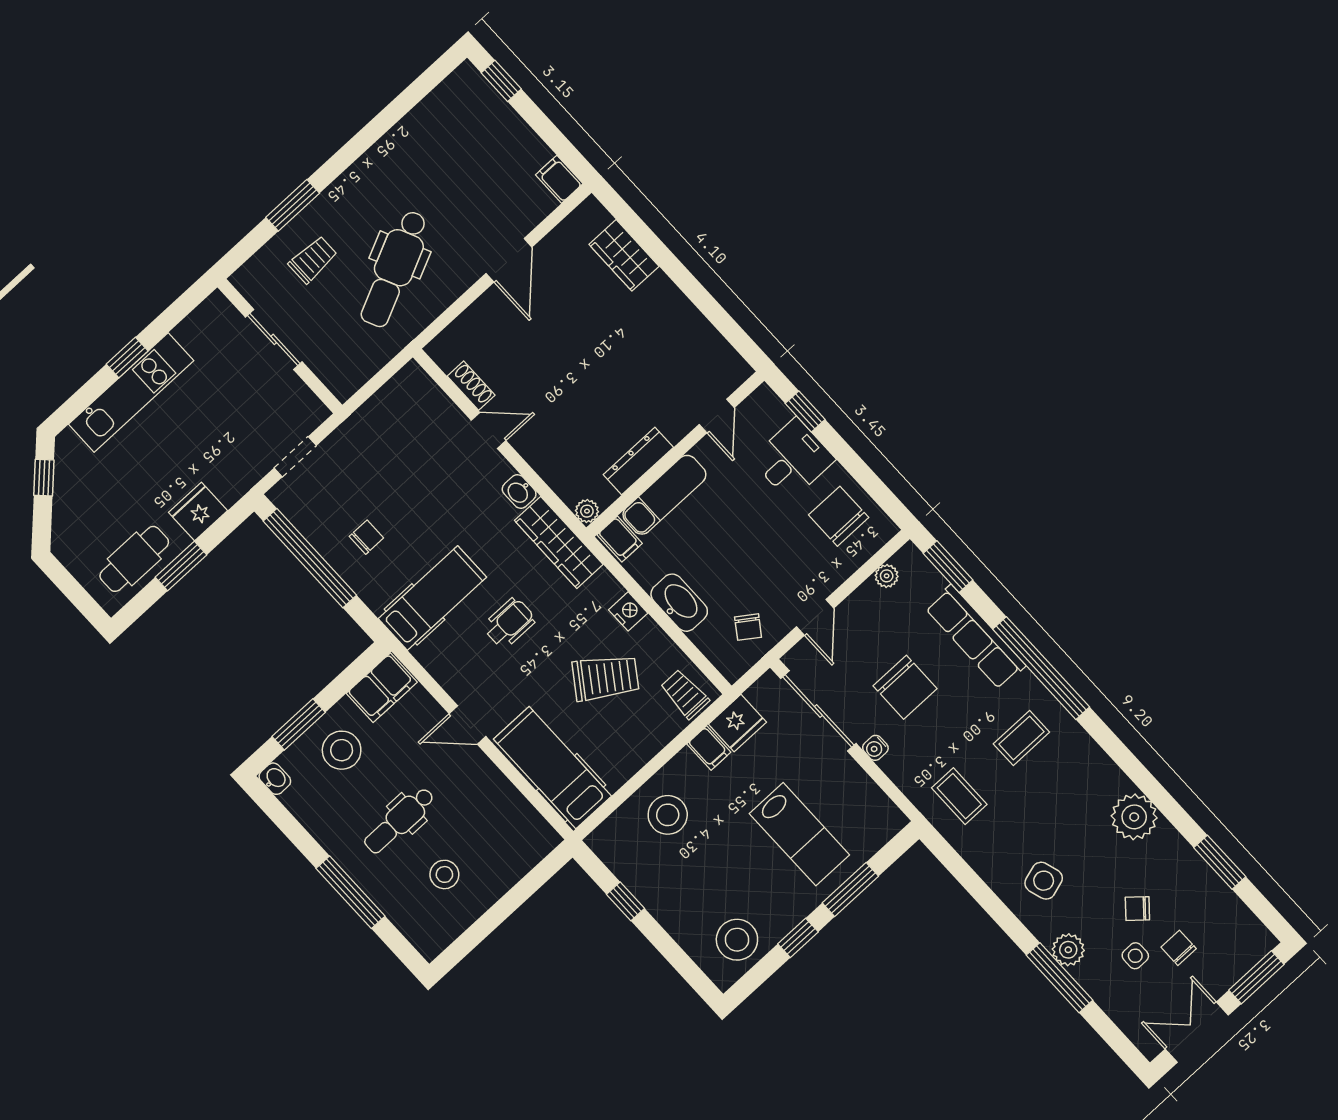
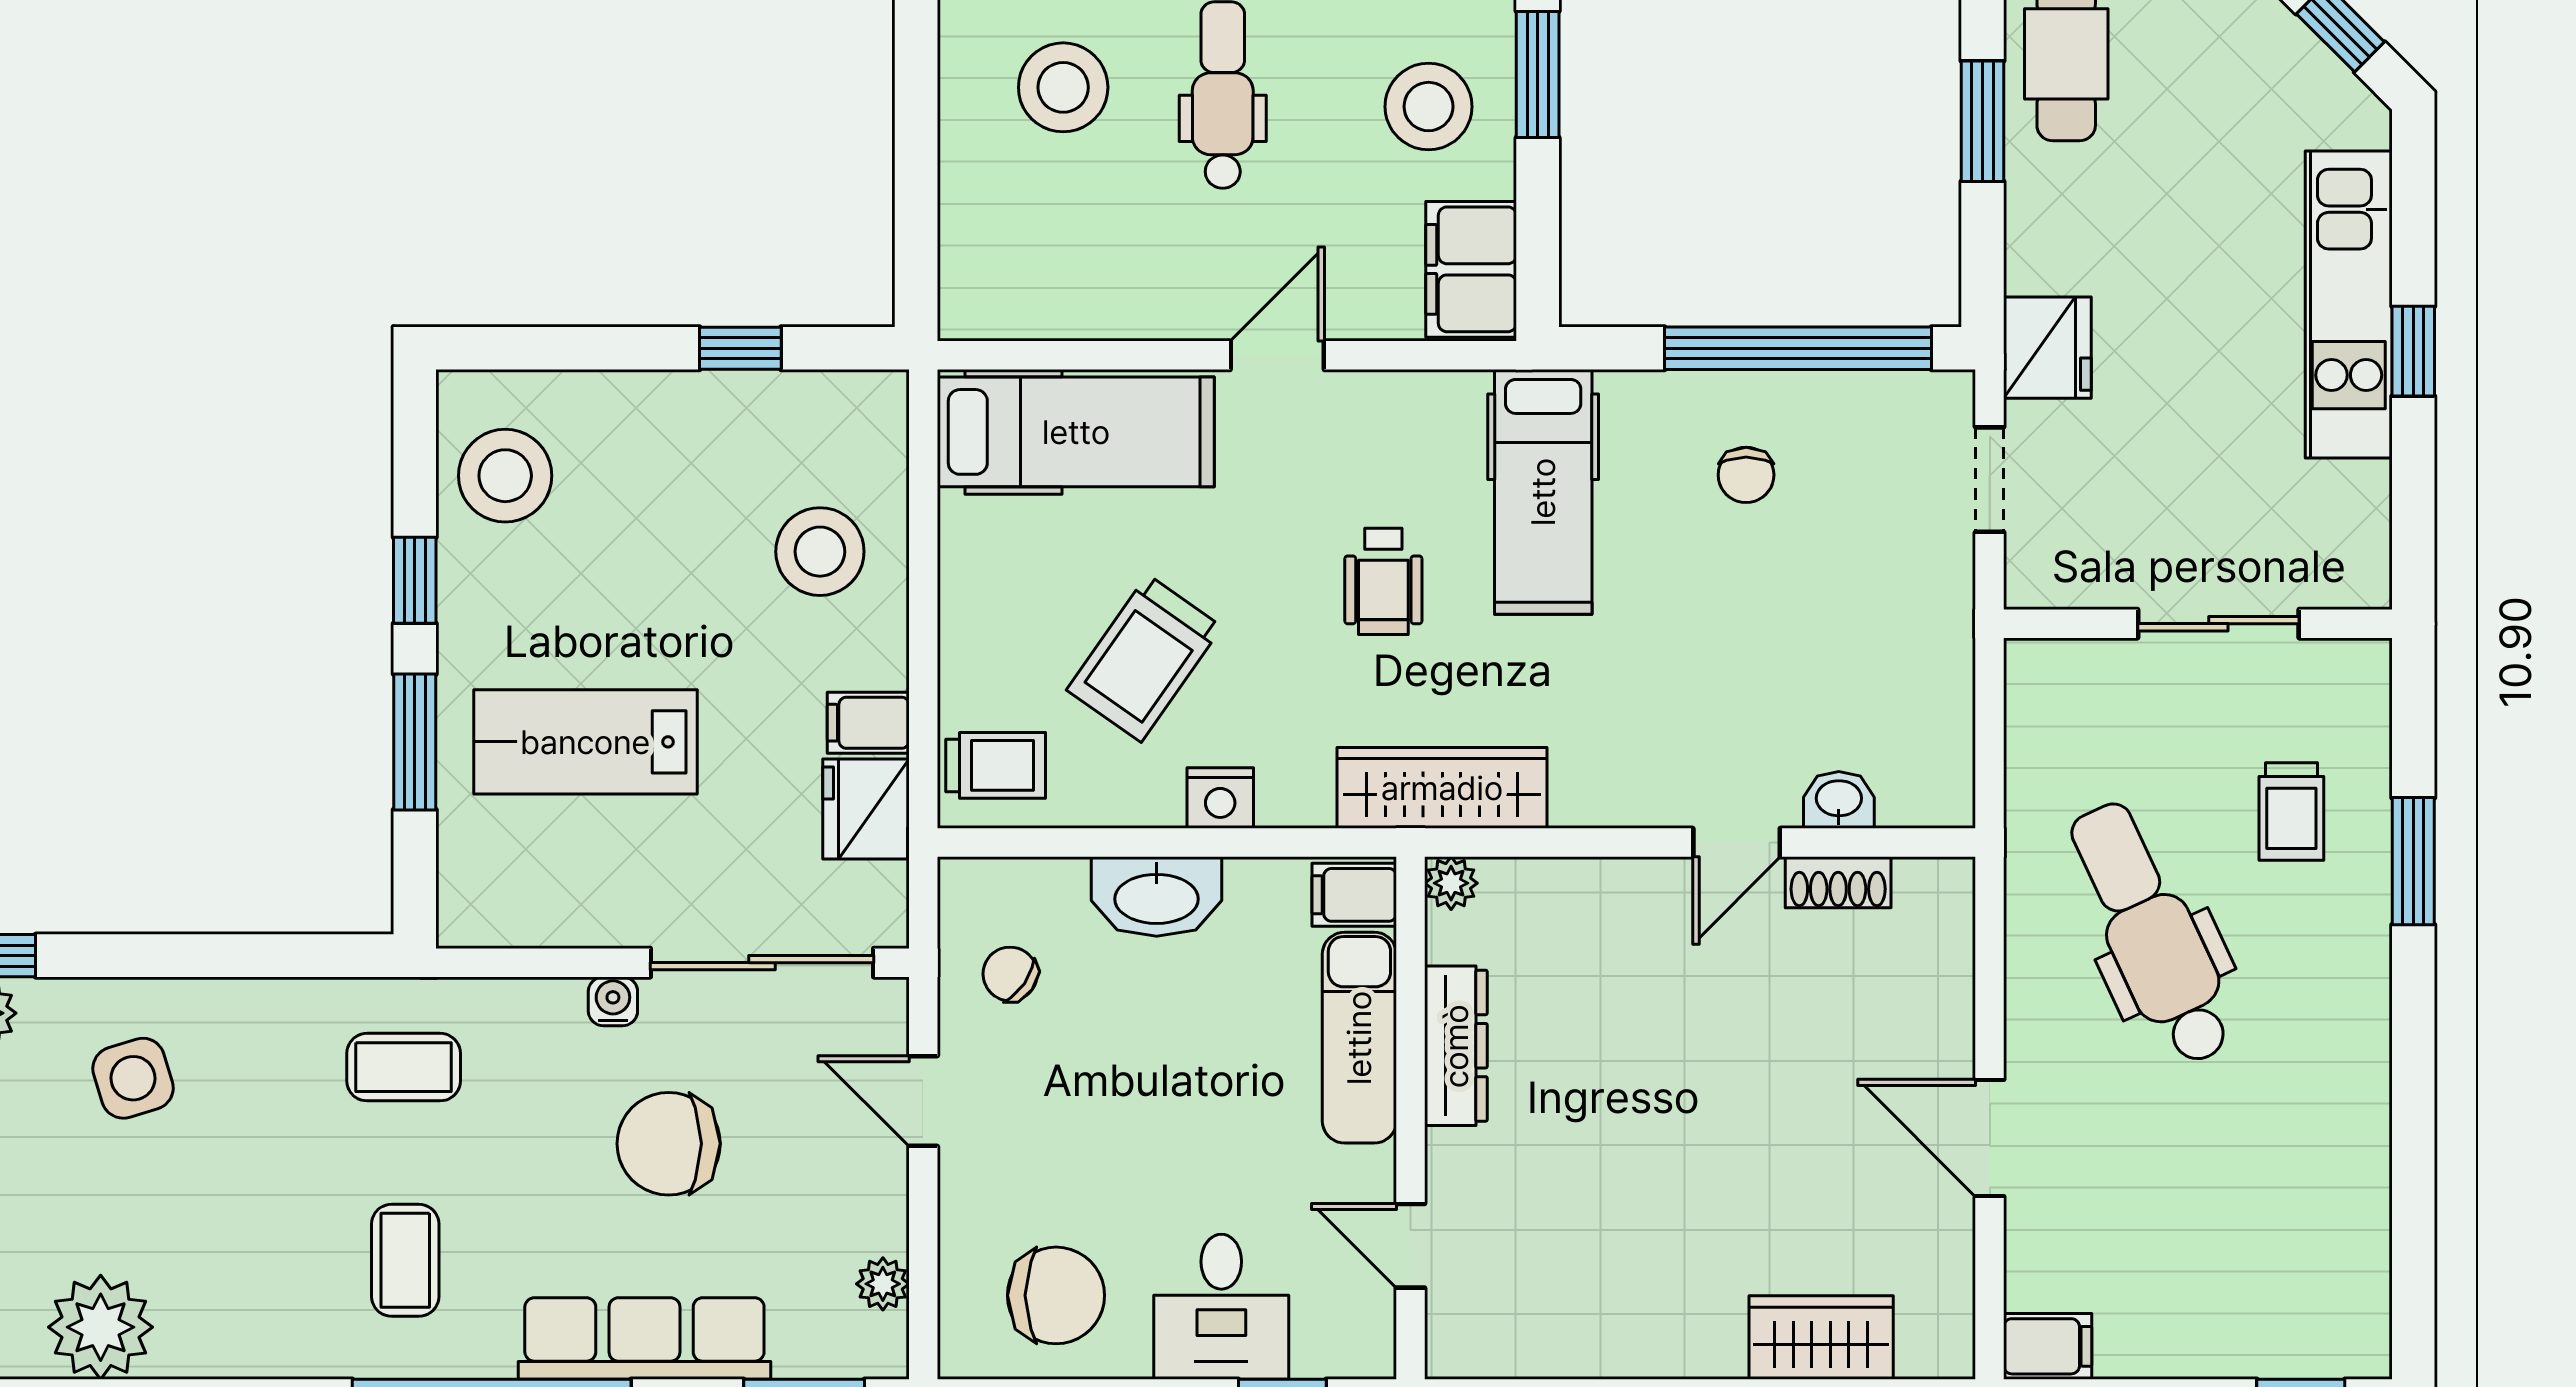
washbasin: (519, 491) -> (1839, 800), moved
fridge: (198, 511) -> (2047, 348), moved
stool: (444, 874) -> (1063, 87), width x1.38, depth x1.38

